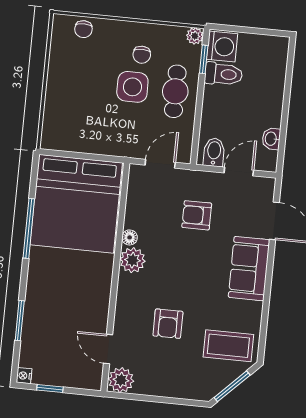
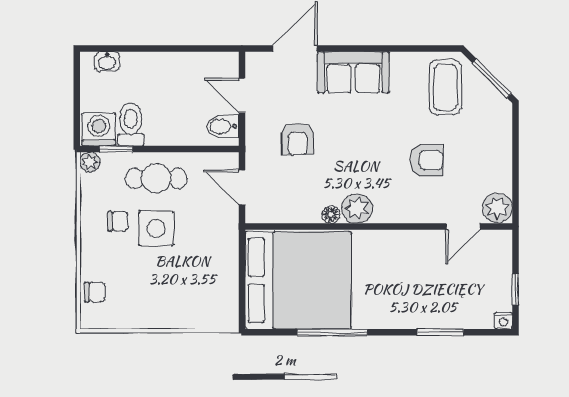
washbasin: (271, 139) -> (107, 62), moved

